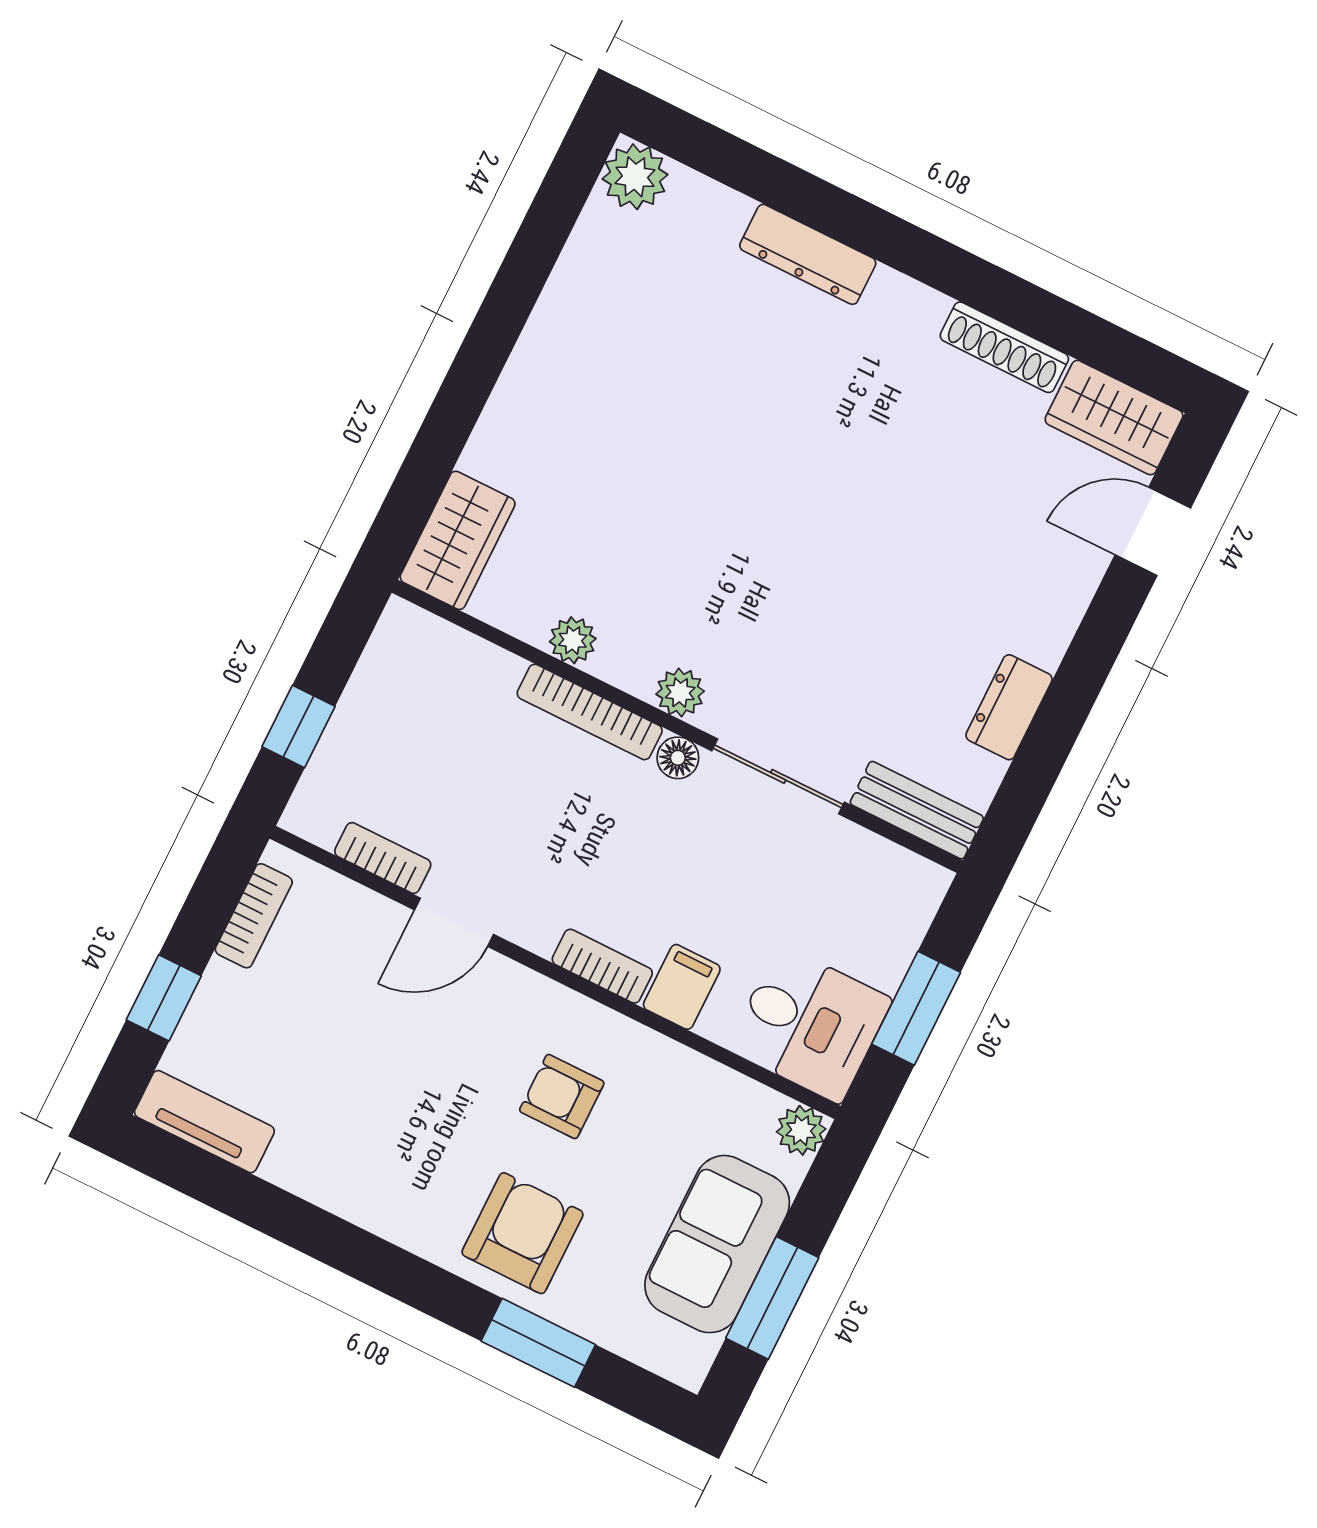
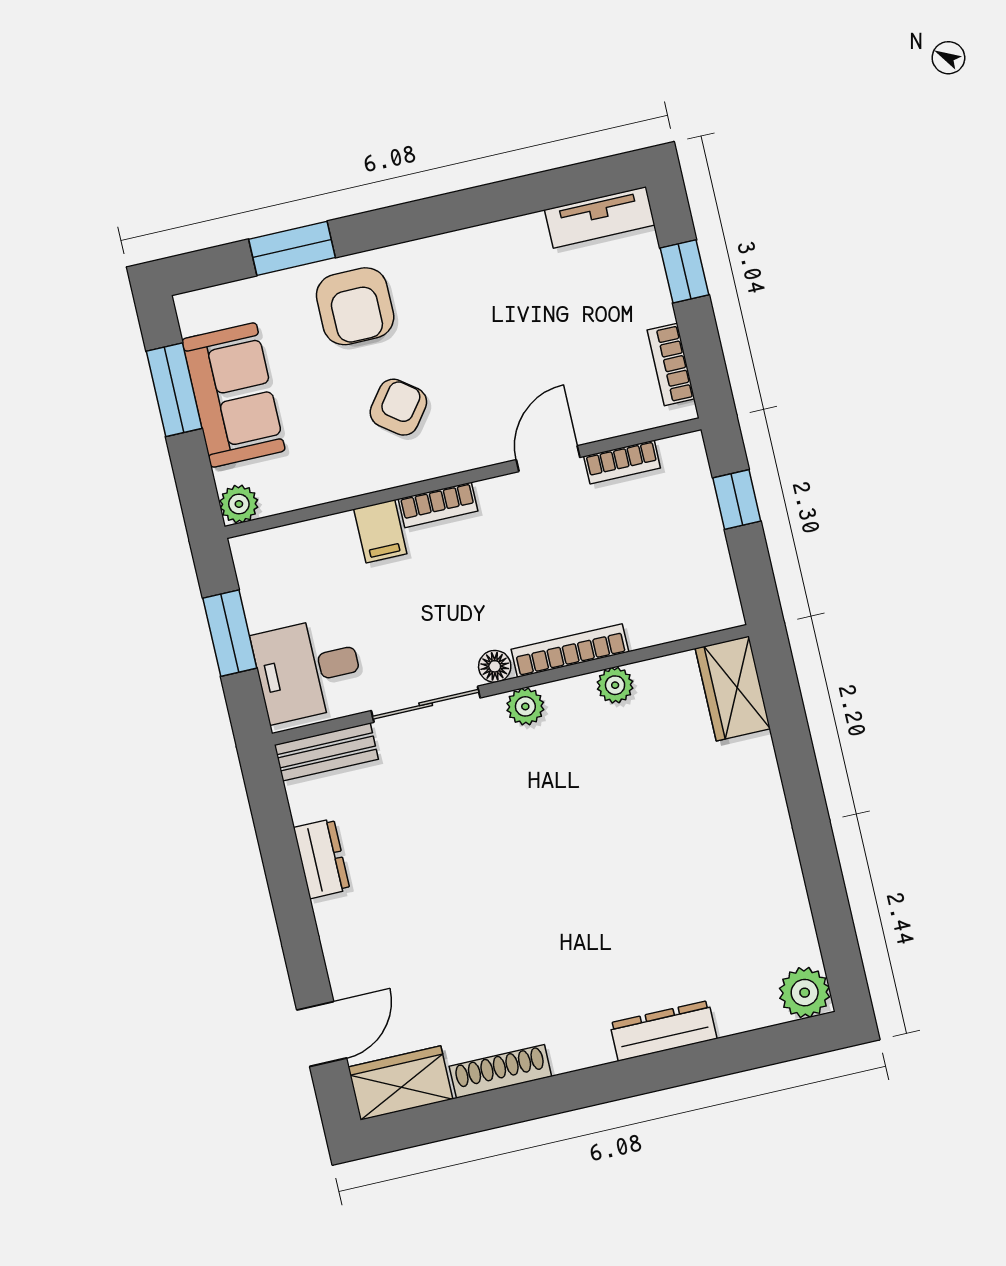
desk: (810, 1024) -> (308, 669), moved
armchair: (562, 1096) -> (398, 407), turned -53

